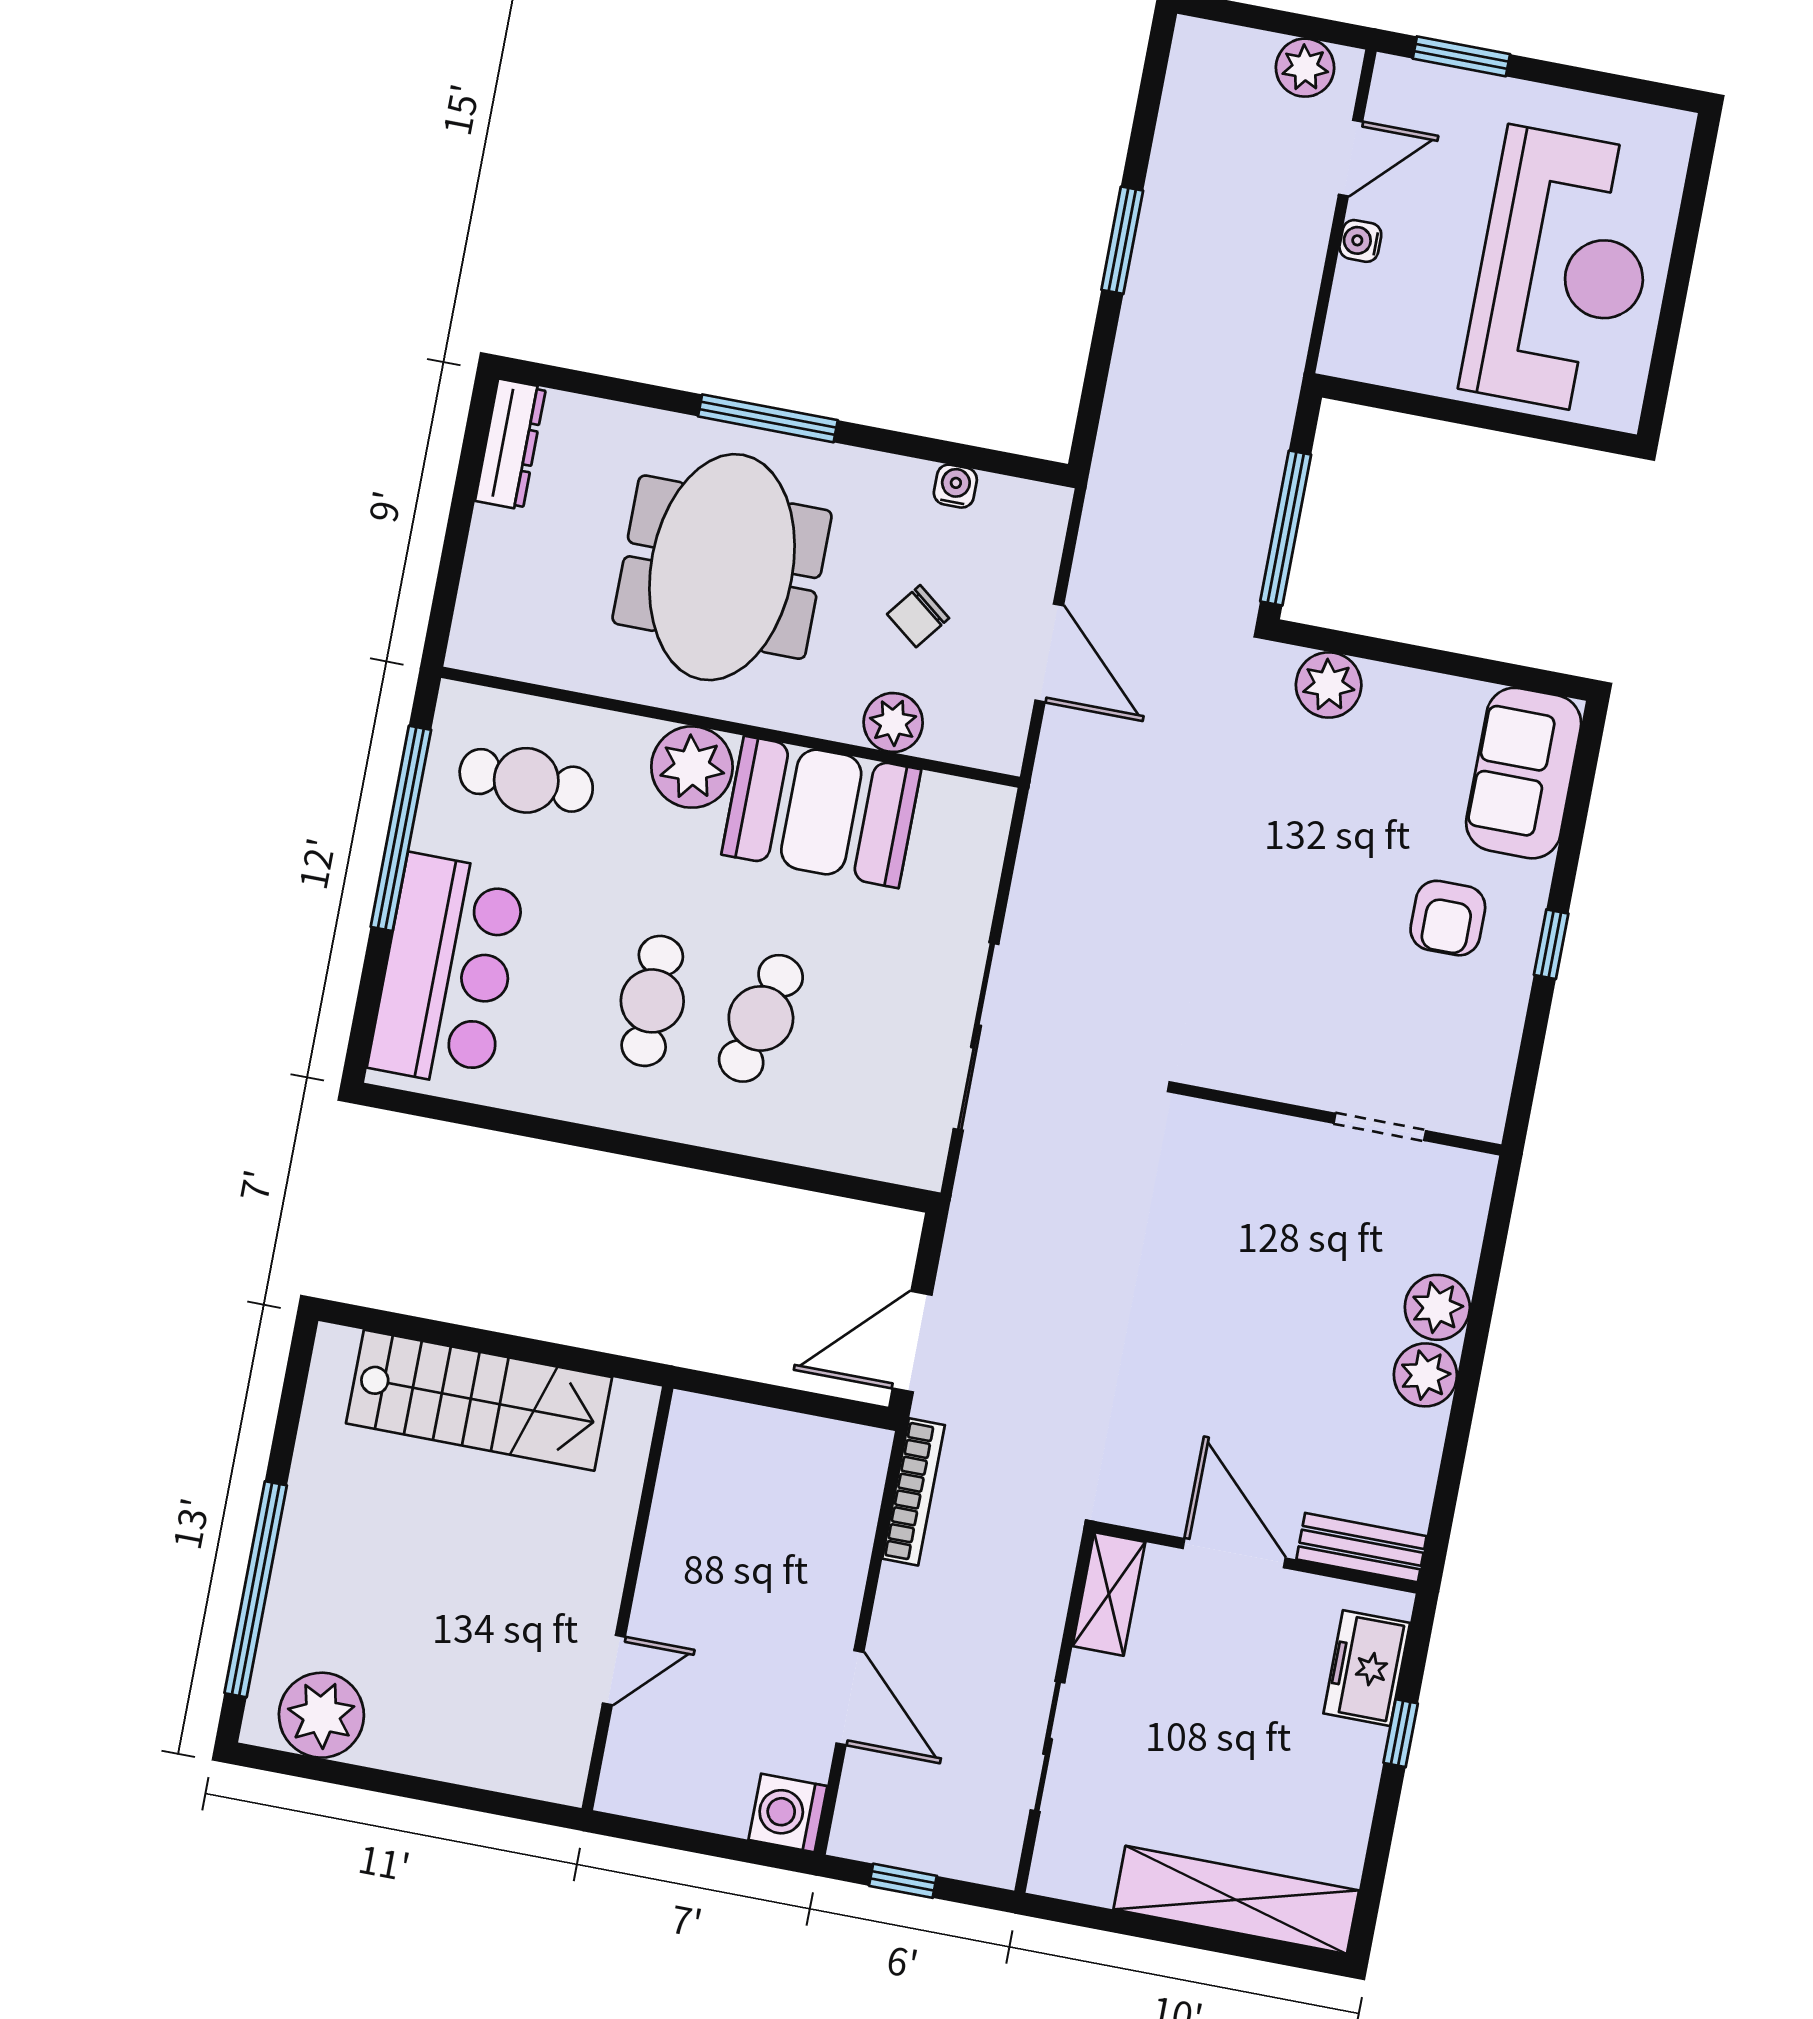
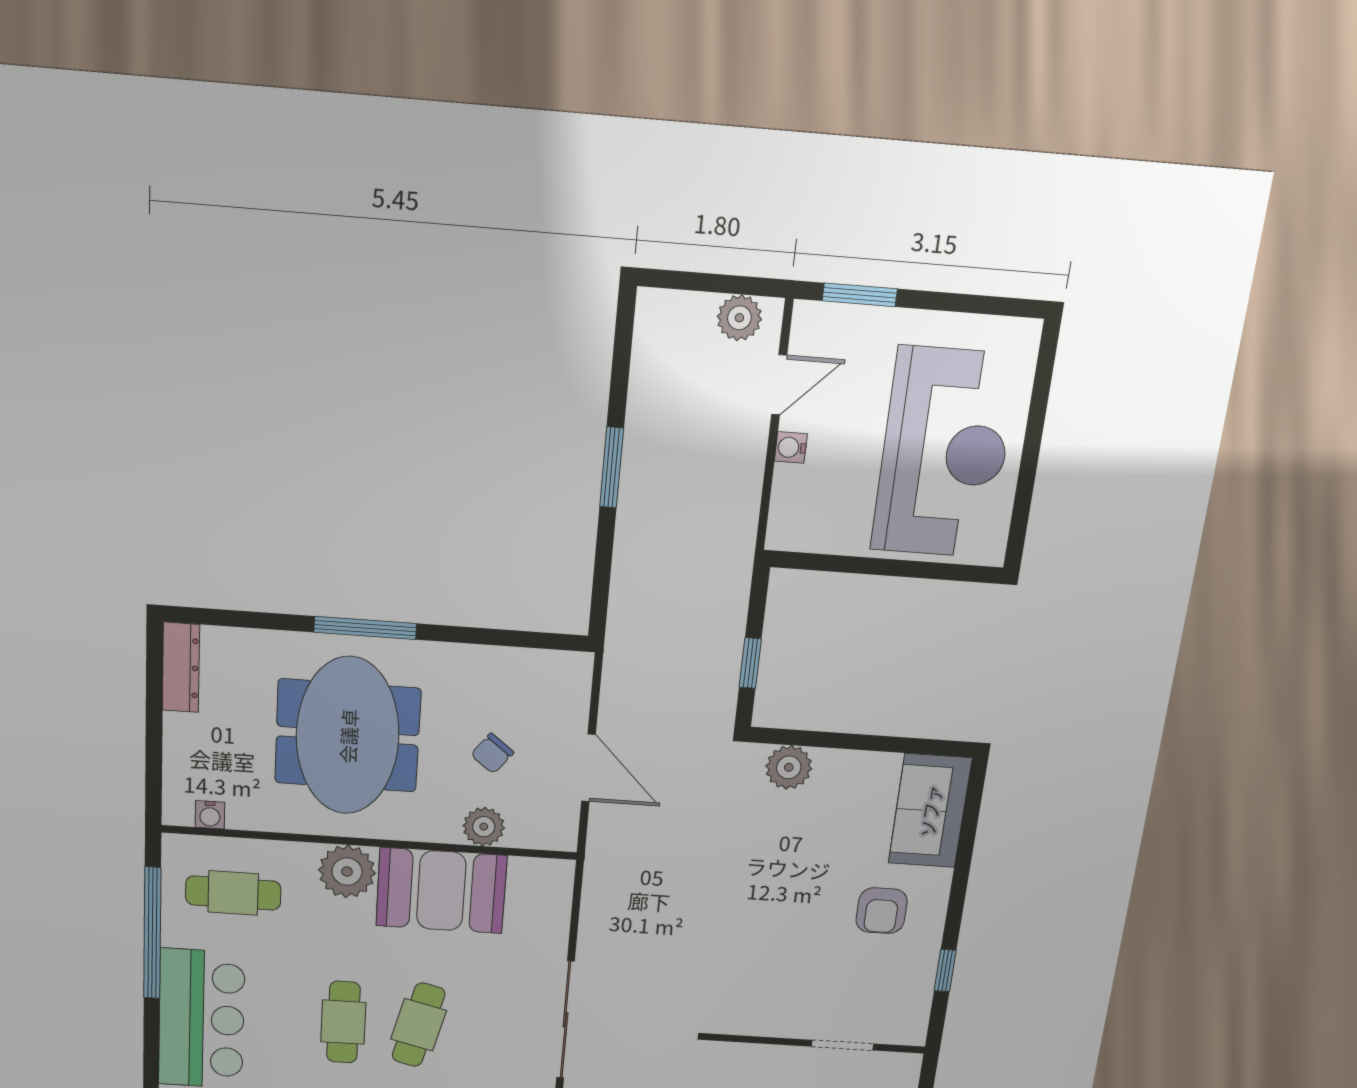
water cooler: (955, 486) -> (210, 815), moved, turned 180
window: (1286, 528) -> (750, 663), width x0.46
window: (1551, 944) -> (945, 971), moved

